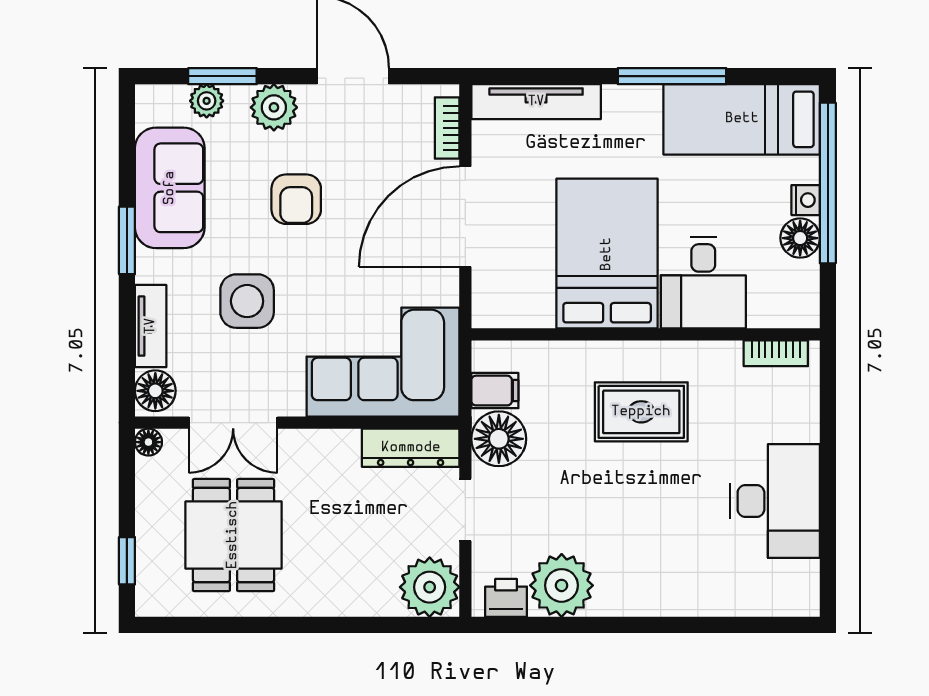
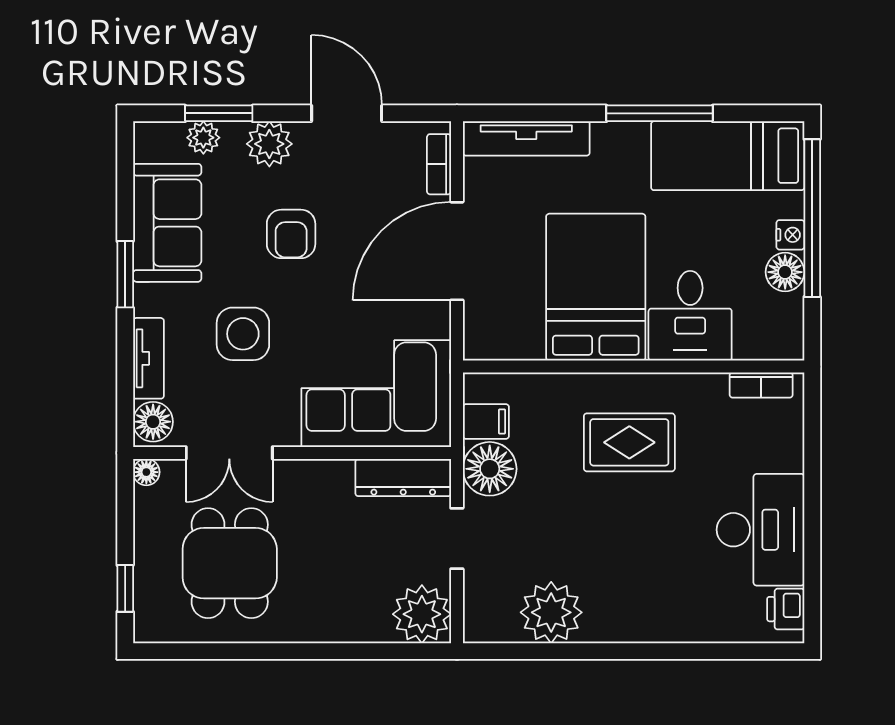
printer: (506, 598) -> (786, 609), moved, turned -90

